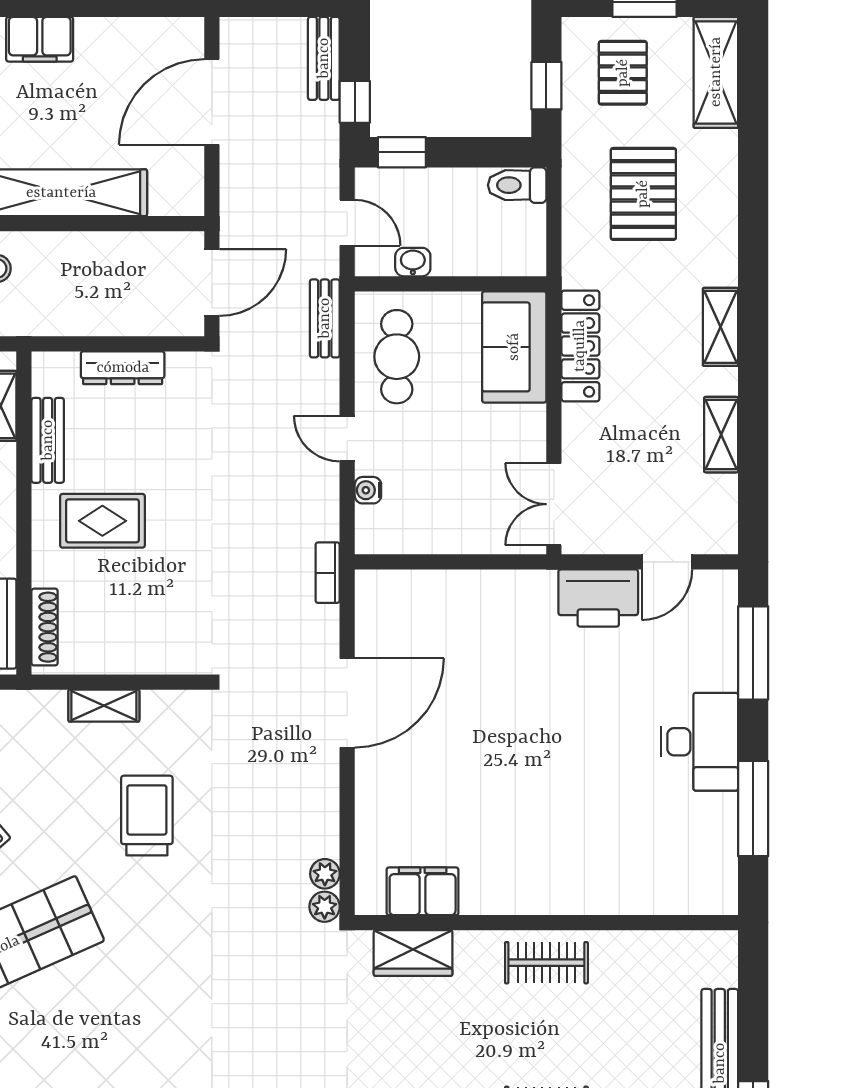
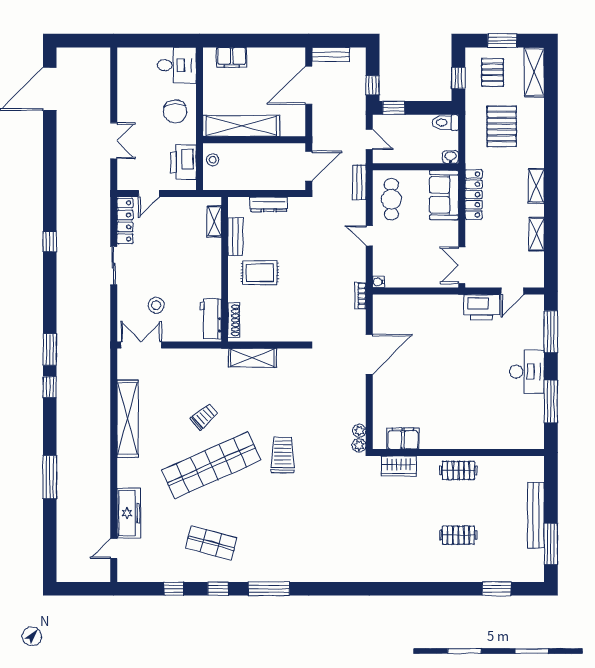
bench: (324, 58) -> (331, 54), moved, turned 90
washbasin: (413, 262) -> (450, 157), moved
water cooler: (368, 490) -> (379, 282), moved
shelving: (104, 706) -> (252, 358), width x1.50, depth x1.33
trolley: (147, 816) -> (283, 455), moved

